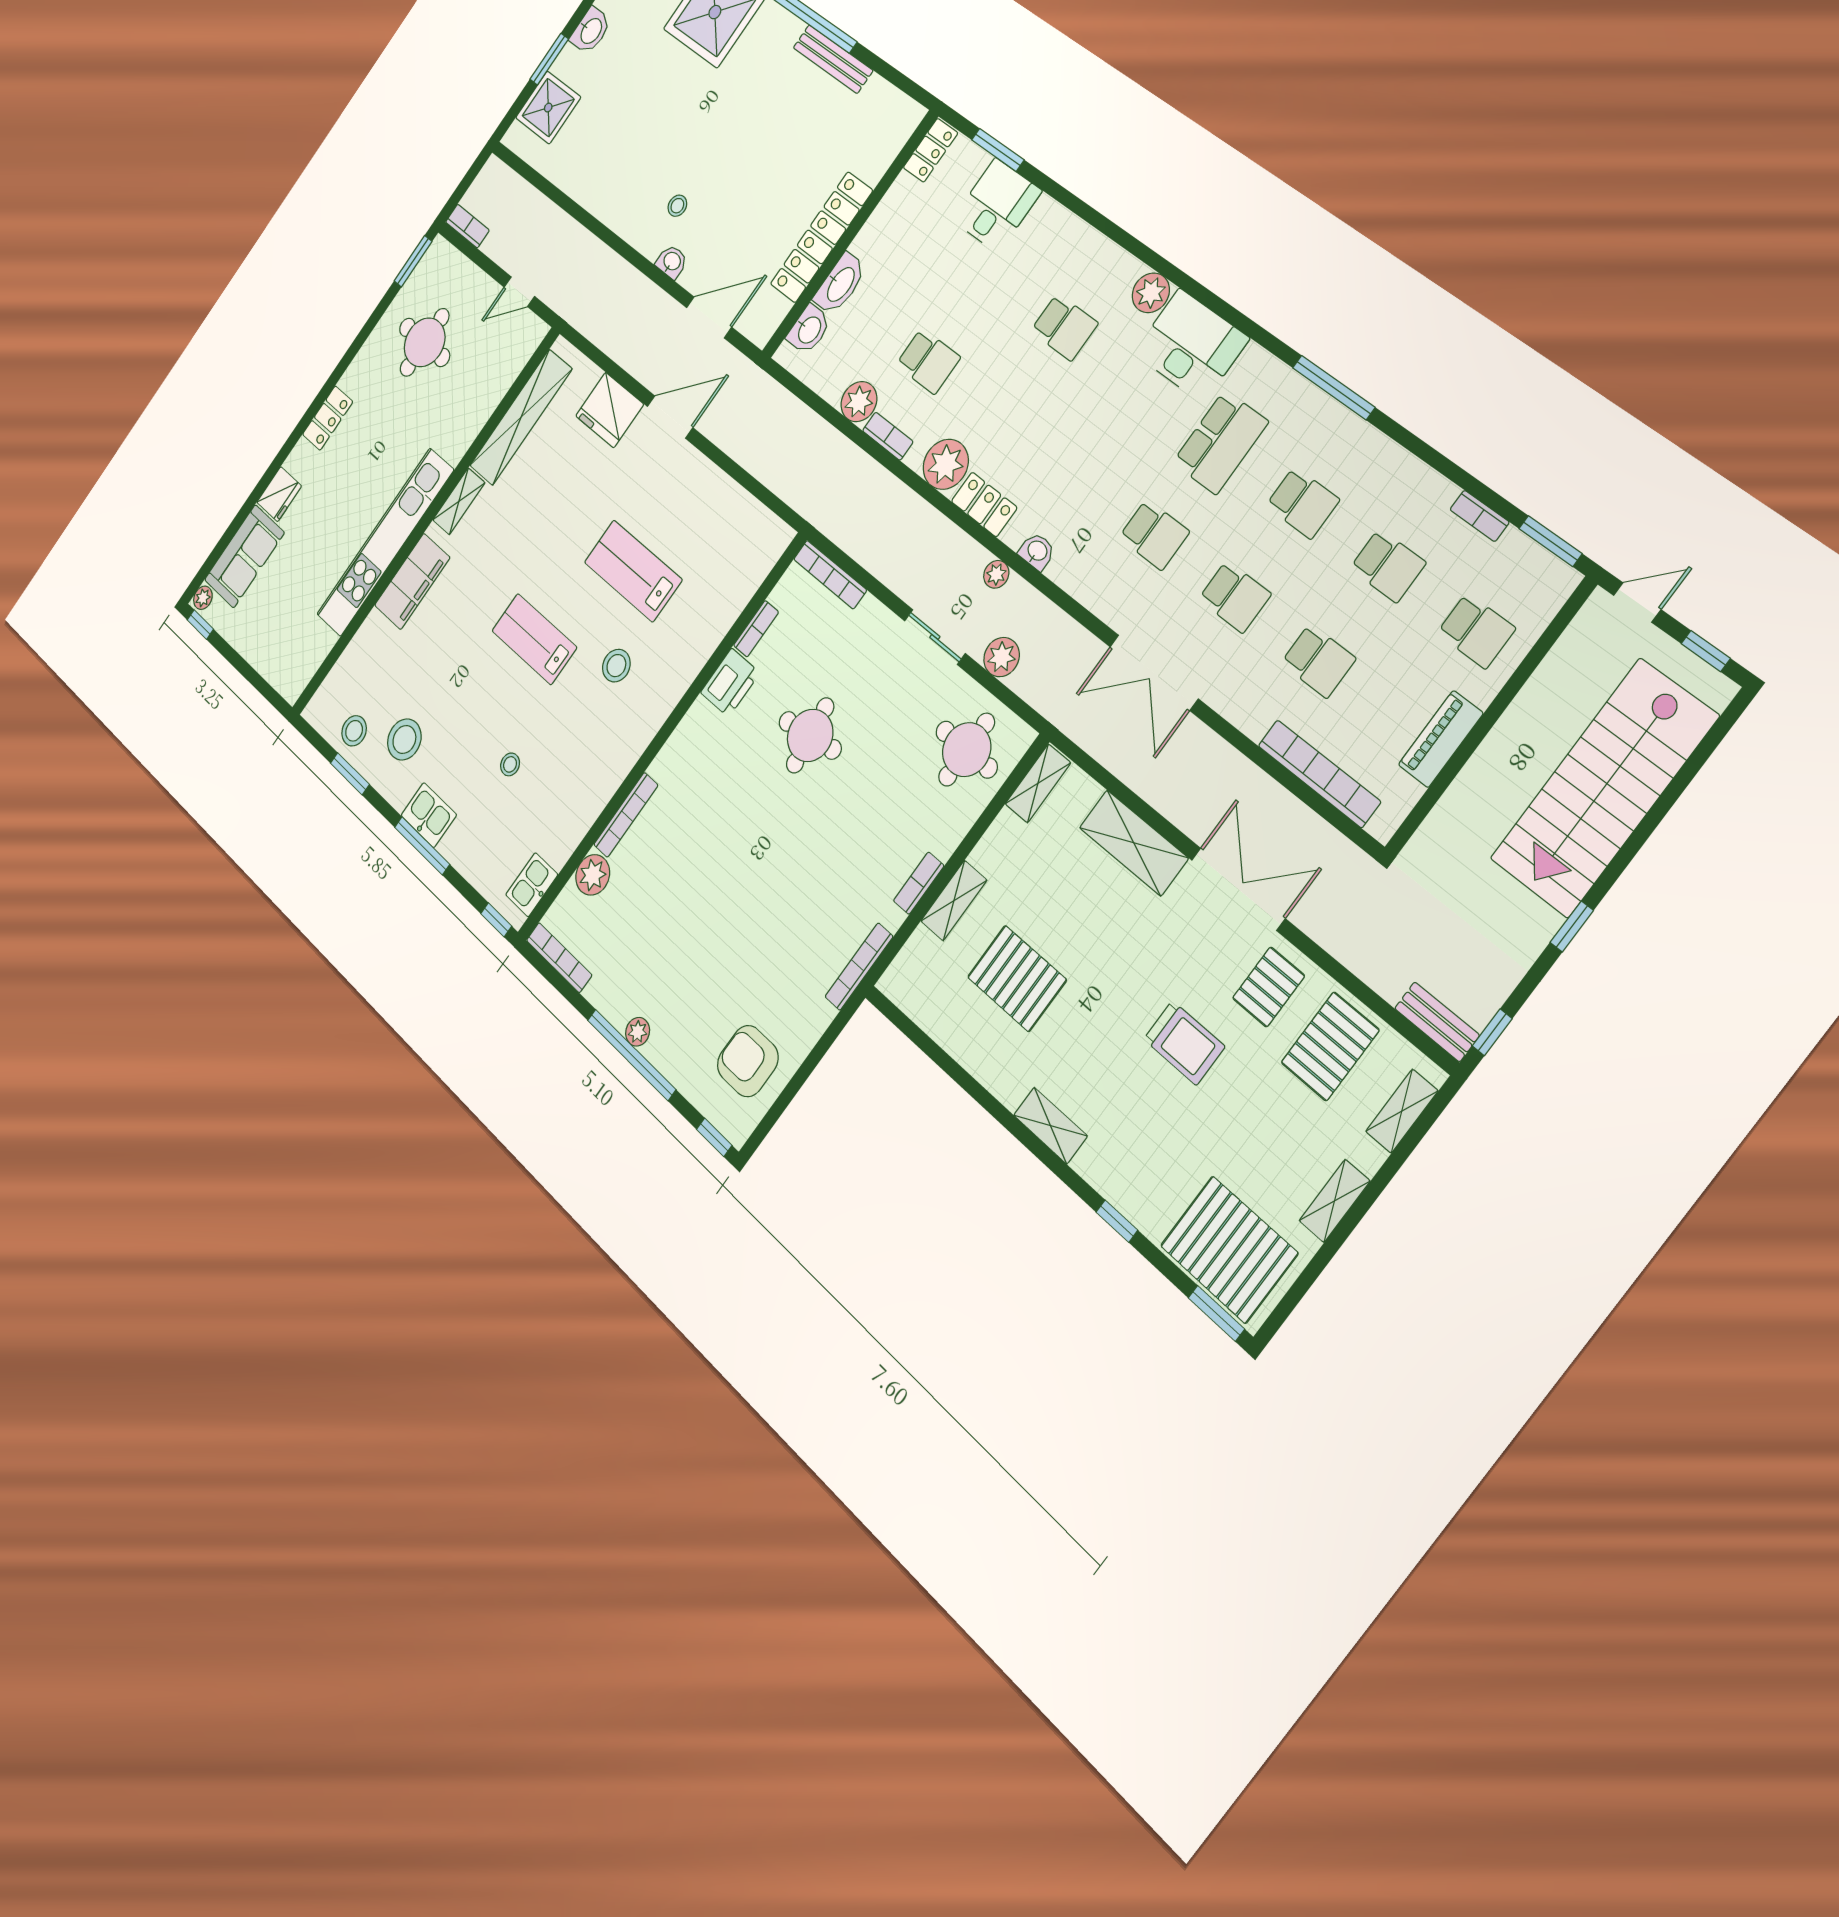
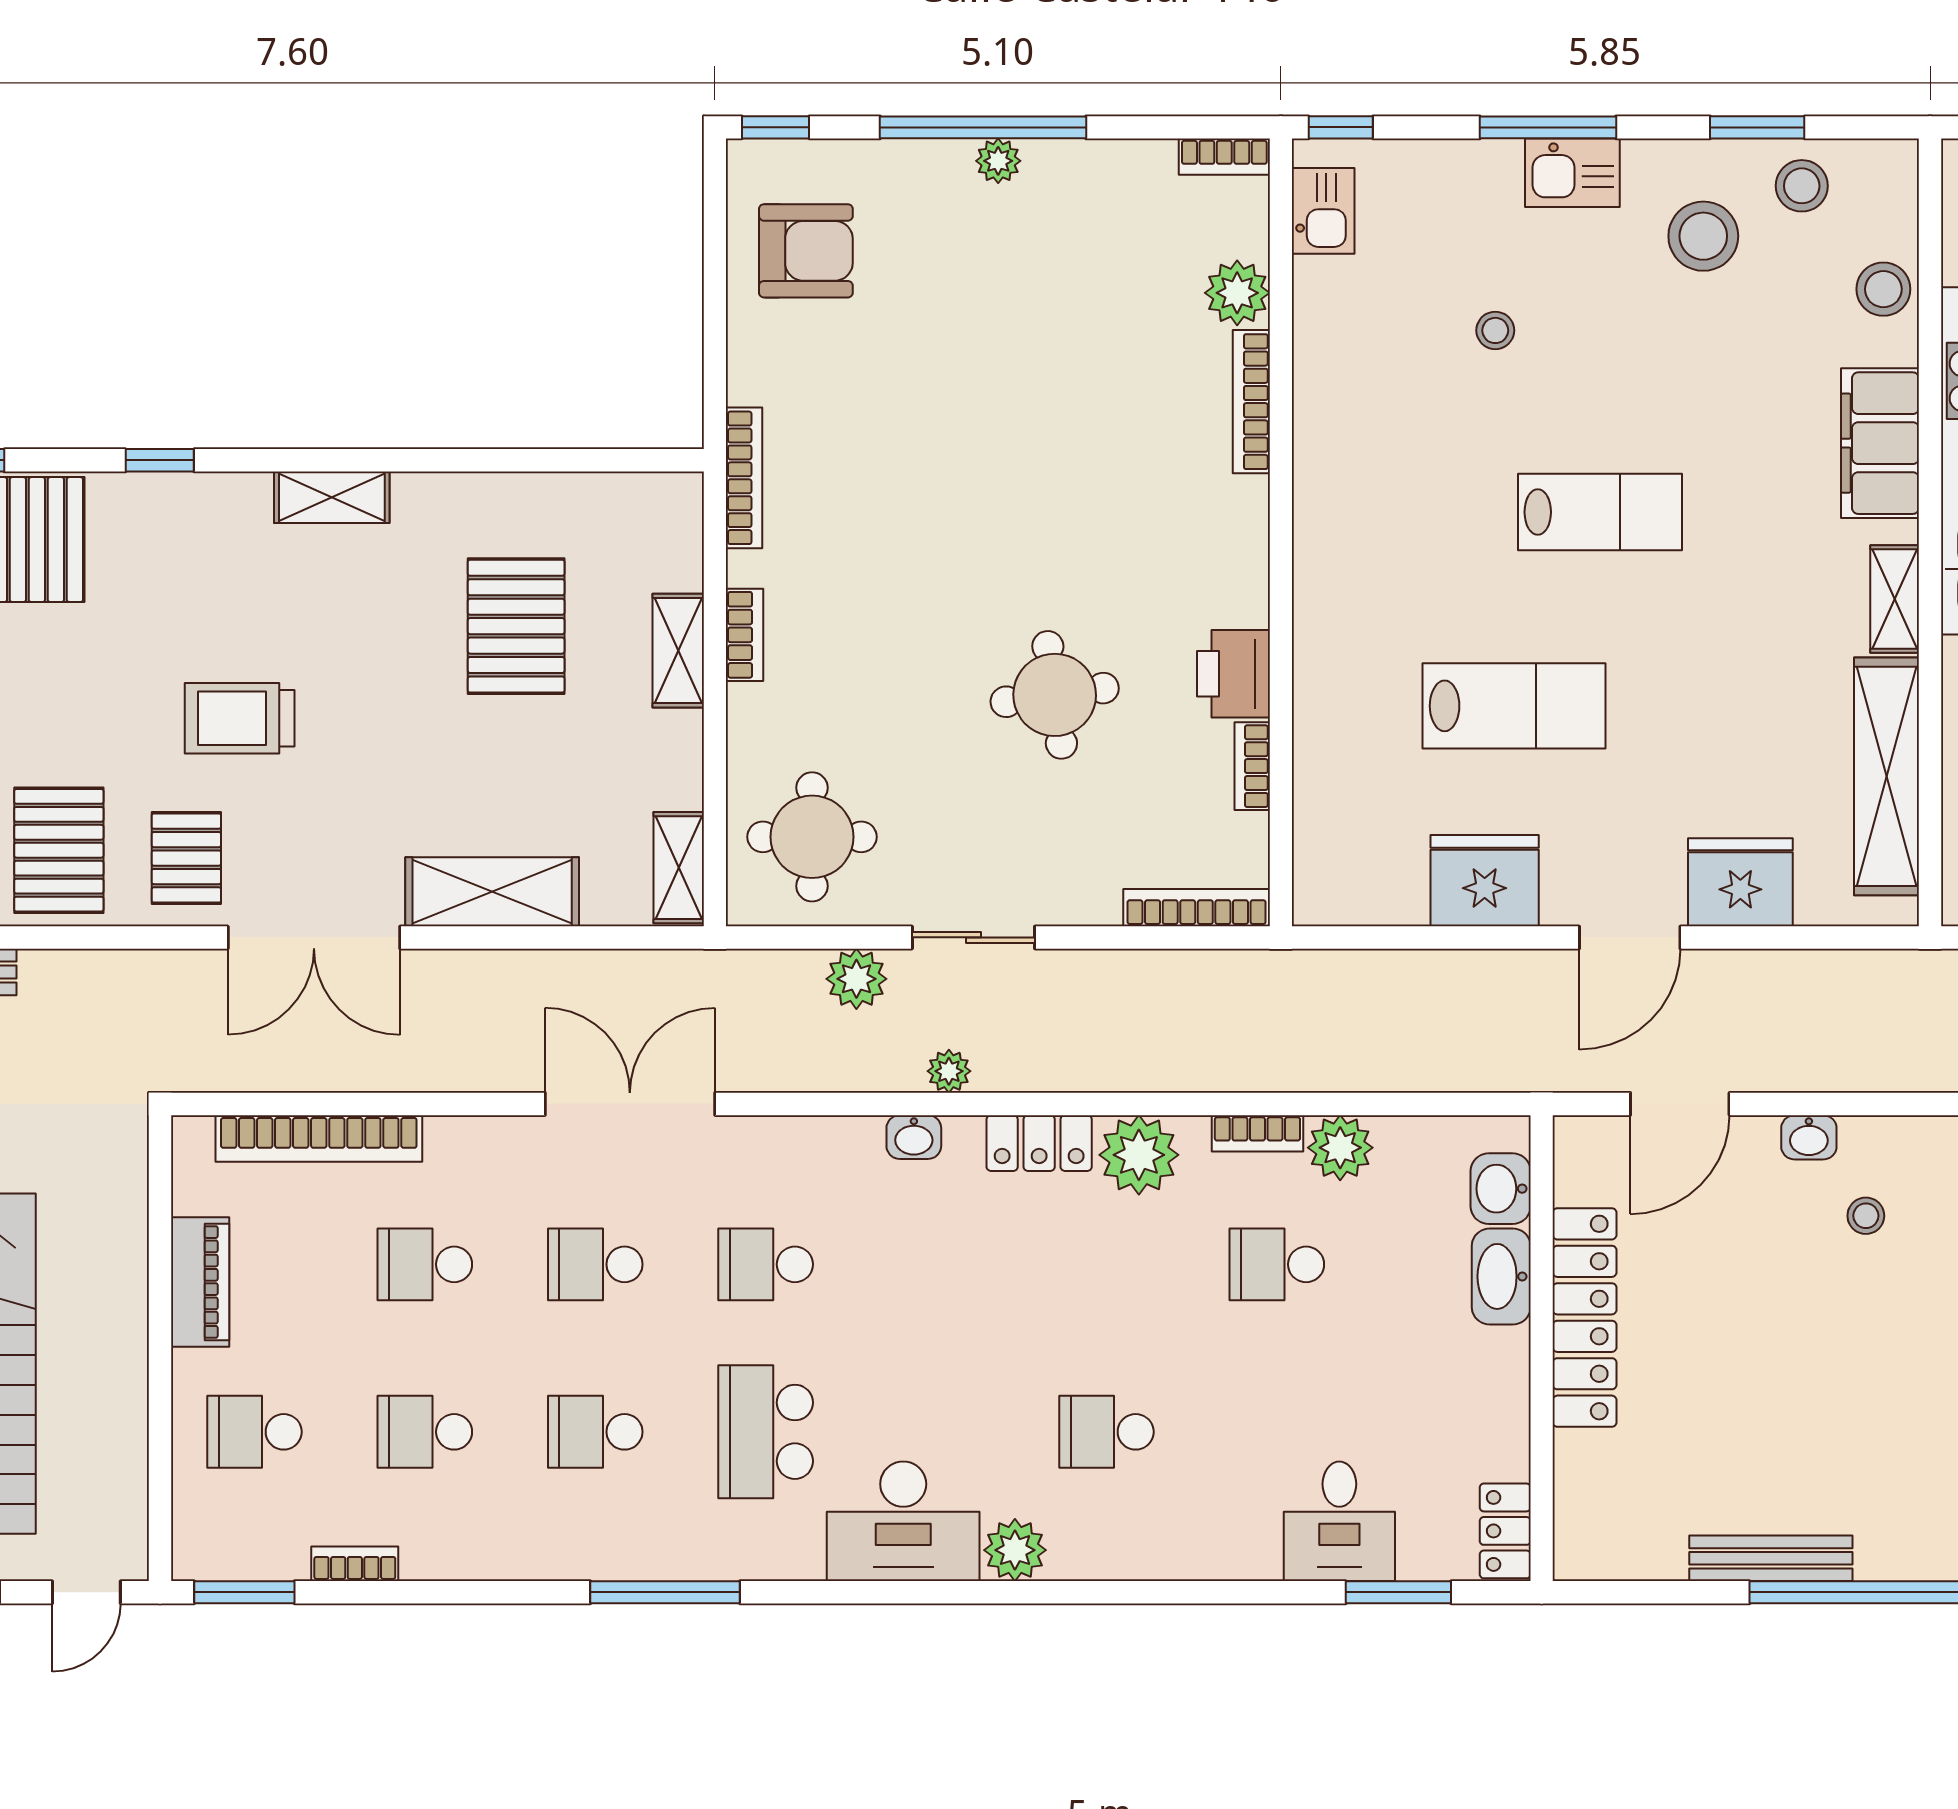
fridge: (706, 492) -> (1485, 881), added
stool: (616, 666) -> (1883, 289), moved
bookcase: (559, 958) -> (1224, 157), width x0.64
pallet: (1017, 978) -> (516, 626), turned 90

